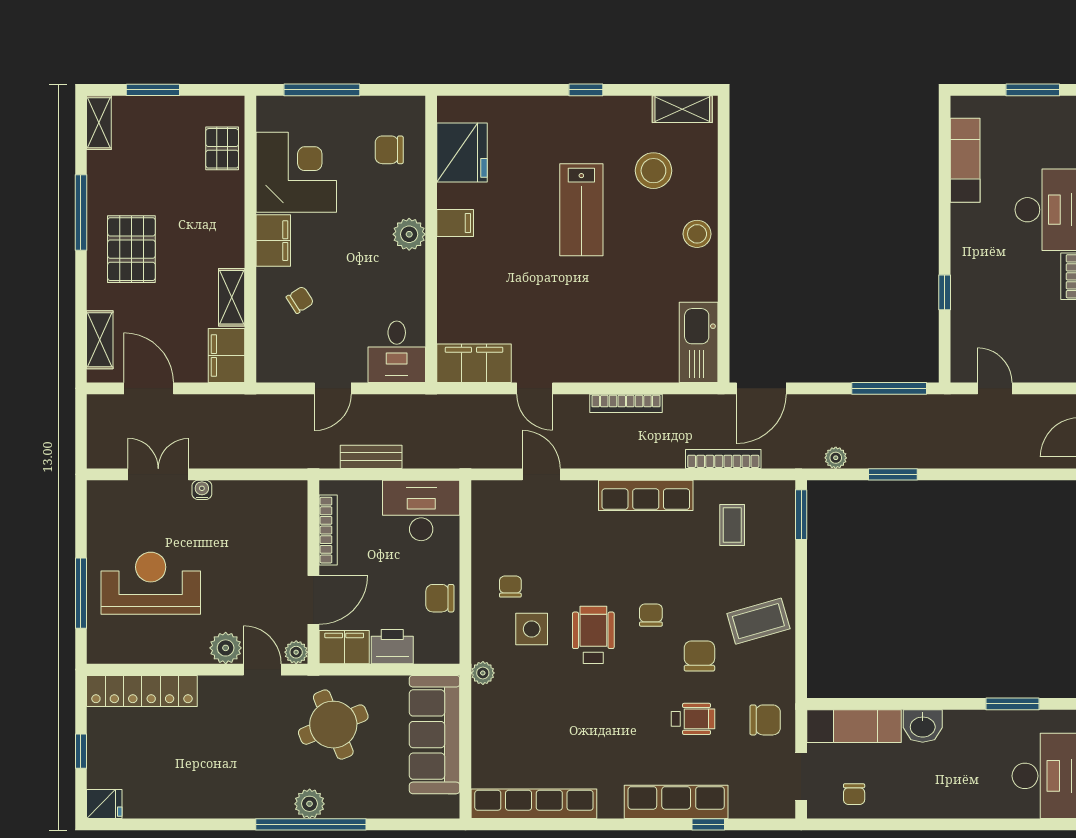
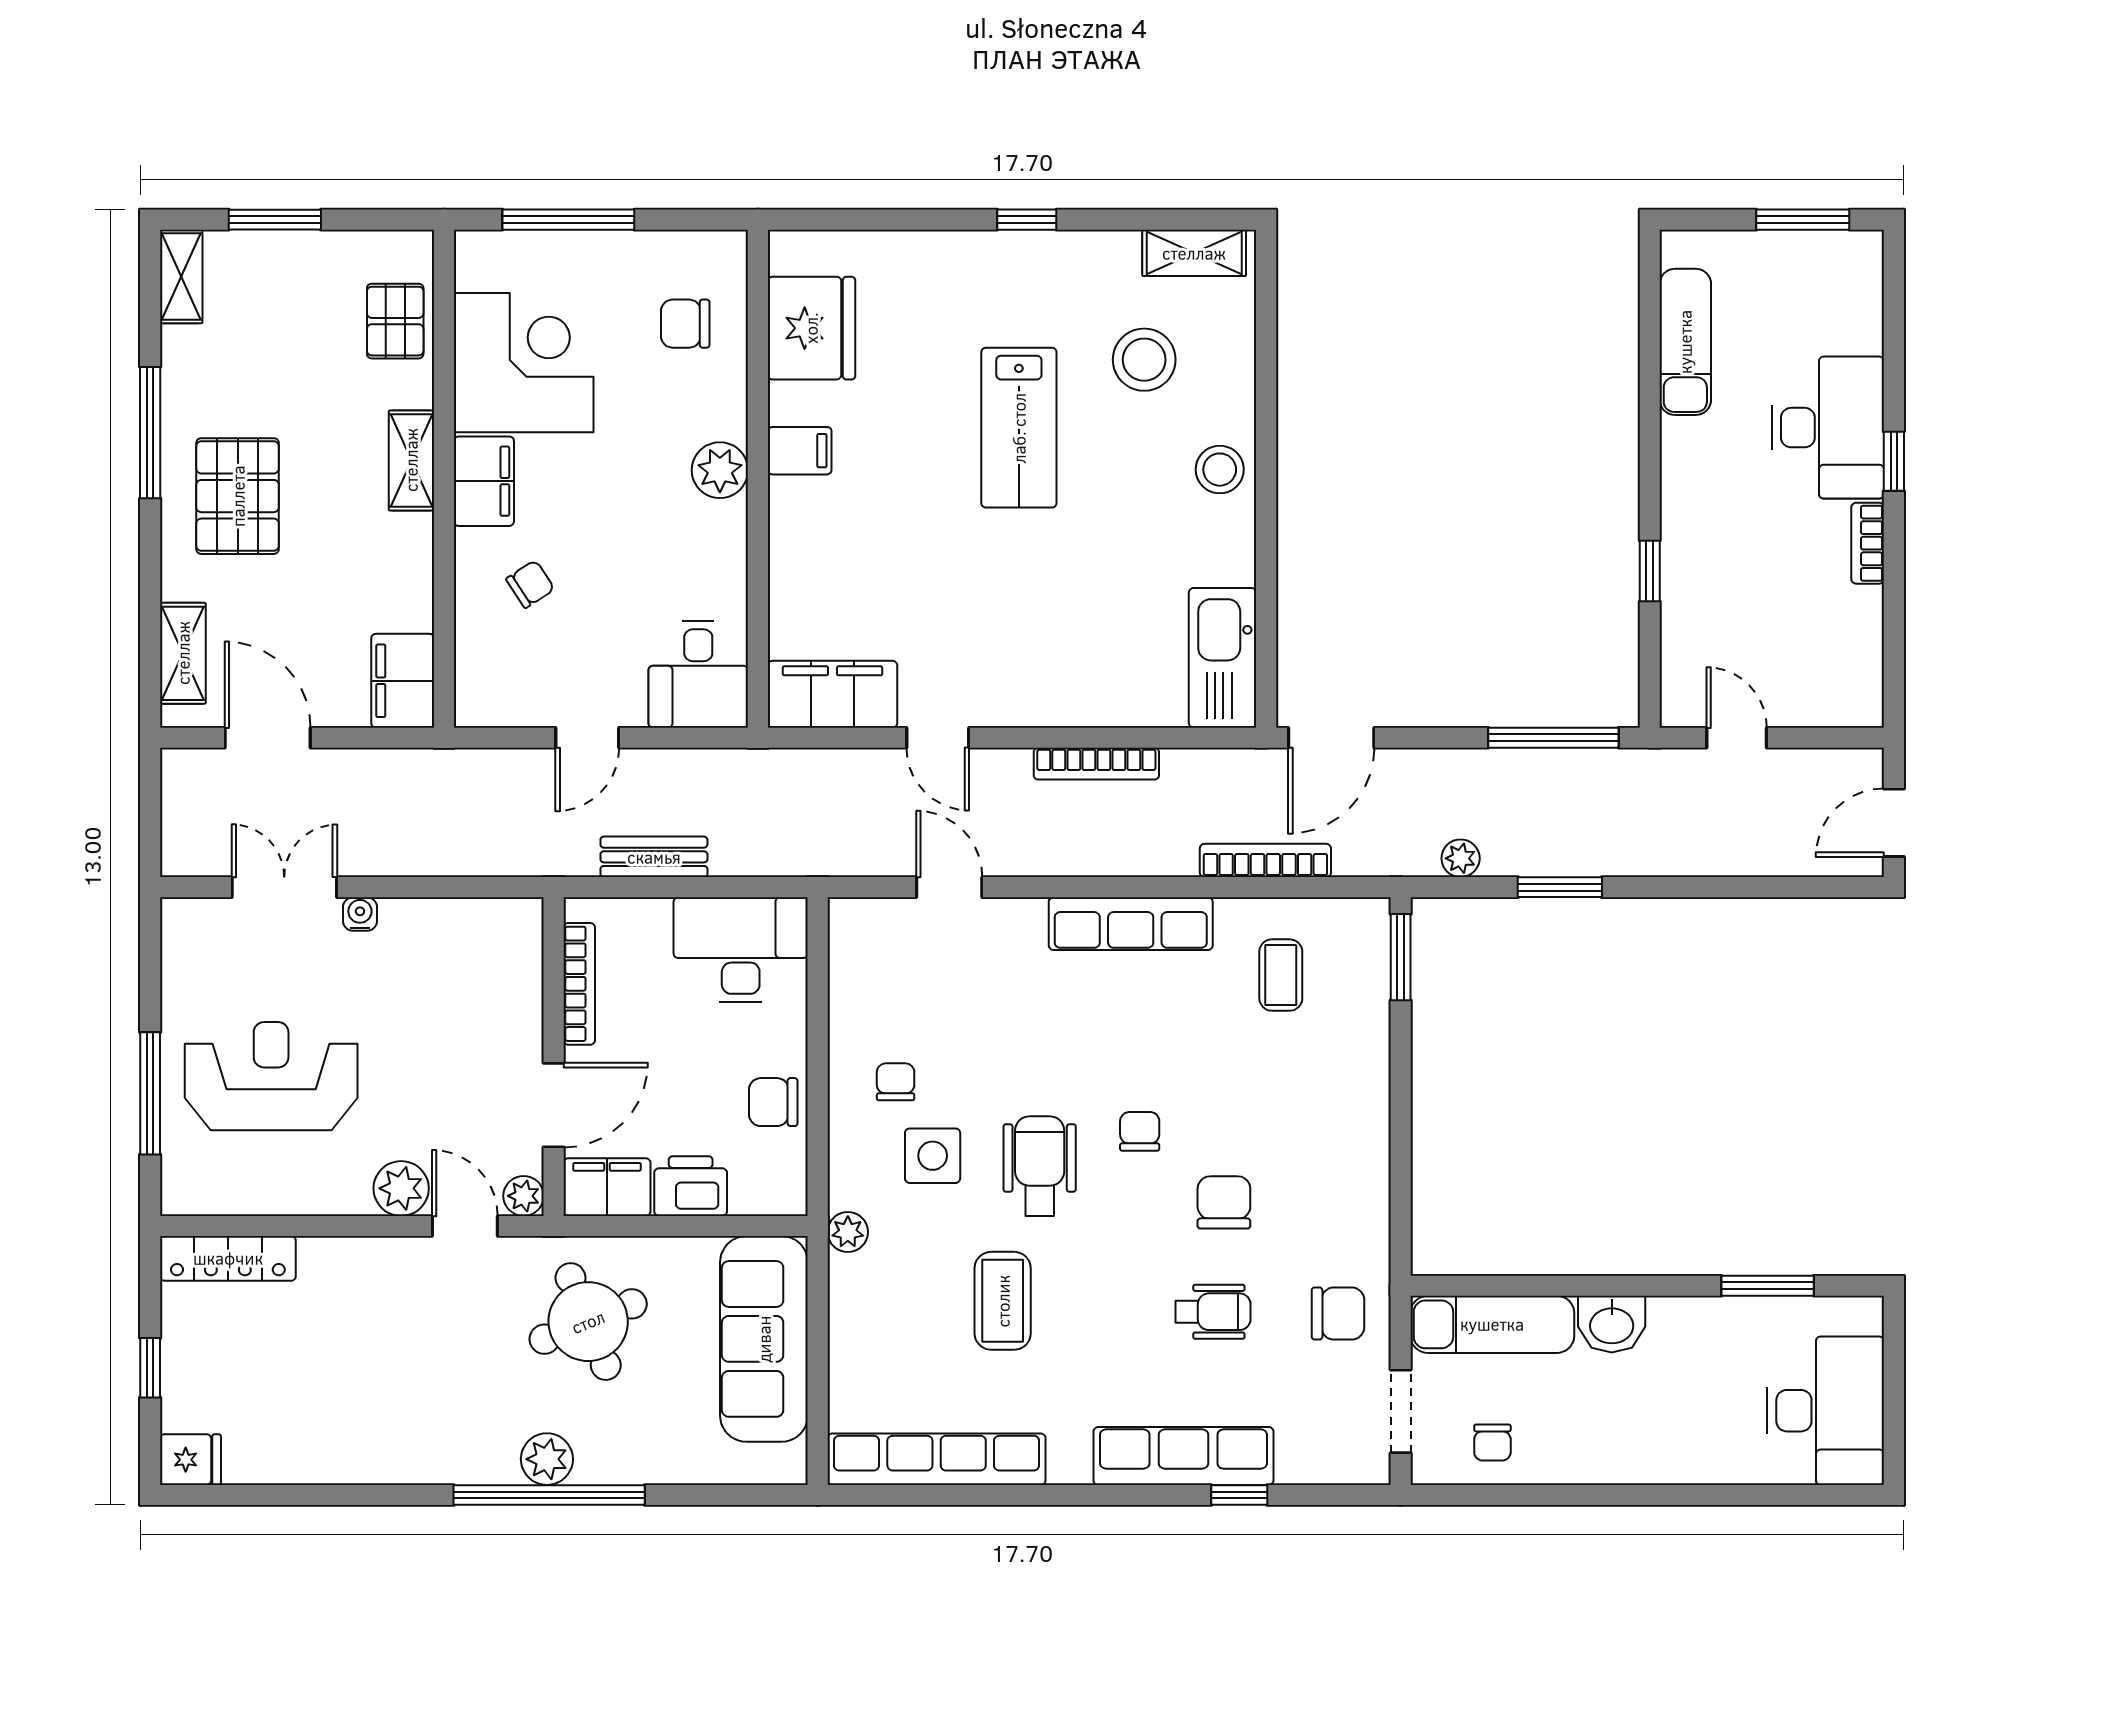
shelving: (232, 297) -> (411, 460), moved
coffee table: (758, 621) -> (1003, 1301), moved, turned -74
locker: (142, 691) -> (228, 1258), width x0.71, depth x0.83

